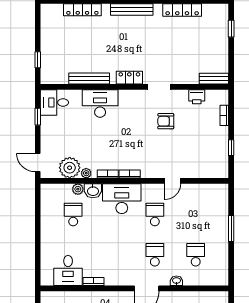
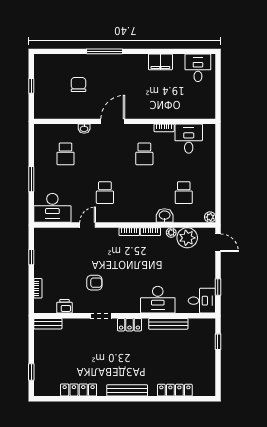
plant: (78, 189) -> (210, 217), moved
desk: (122, 199) -> (52, 208), moved
school desk: (155, 255) -> (144, 154), moved

